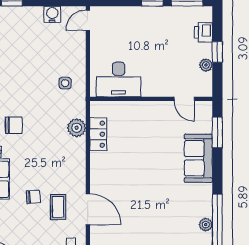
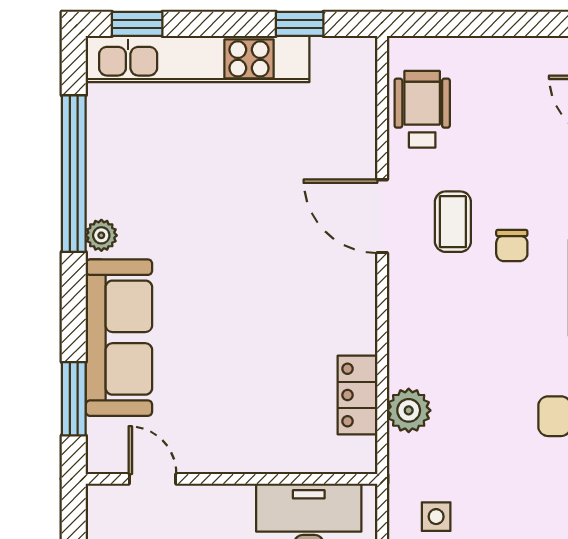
sofa: (198, 158) -> (119, 338), width x1.36
chair: (33, 197) -> (512, 245), turned -86
plant: (206, 225) -> (101, 235), moved

